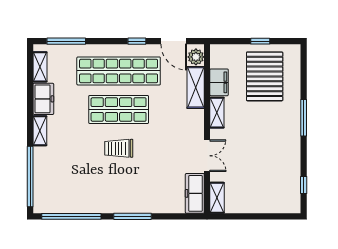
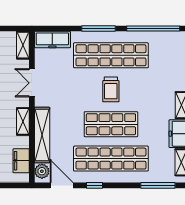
filing cabinet: (219, 82) -> (21, 161), moved
shelving: (196, 87) -> (42, 135), width x1.47
trolley: (119, 148) -> (111, 89), turned 90
shop shelf: (119, 186) -> (111, 55), added
freezer: (195, 193) -> (52, 39), moved, turned 90

